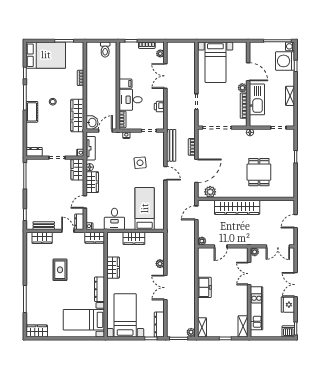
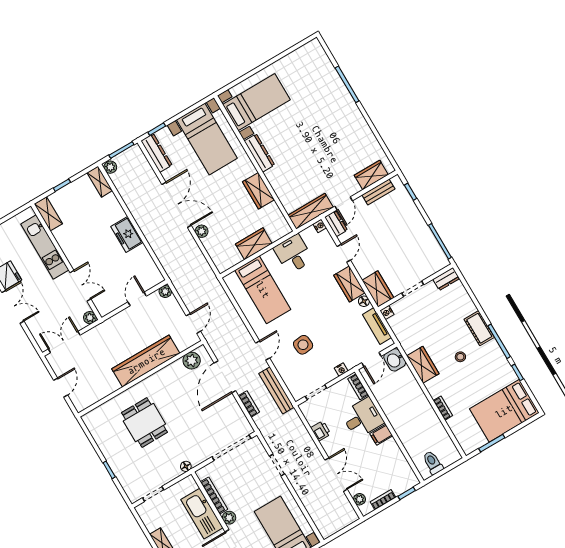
wardrobe: (77, 115) -> (423, 365), width x0.67
door: (165, 173) -> (263, 350), swing flipped
door: (68, 231) -> (344, 203), hinge flipped
wardrobe: (95, 238) -> (311, 211), width x1.50
rug: (60, 270) -> (324, 148), removed
double door: (165, 288) -> (177, 205), width x1.37
wardrobe: (37, 331) -> (308, 52), removed

